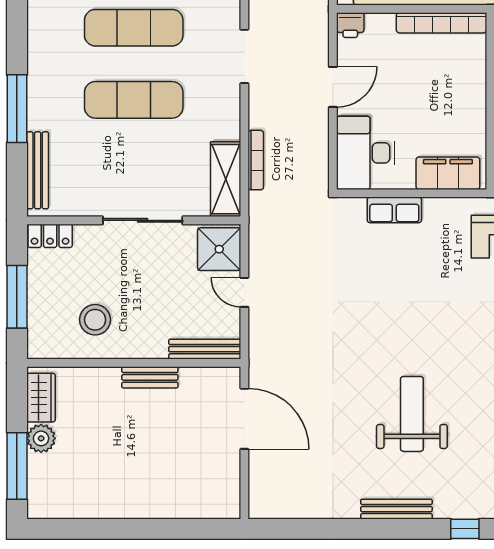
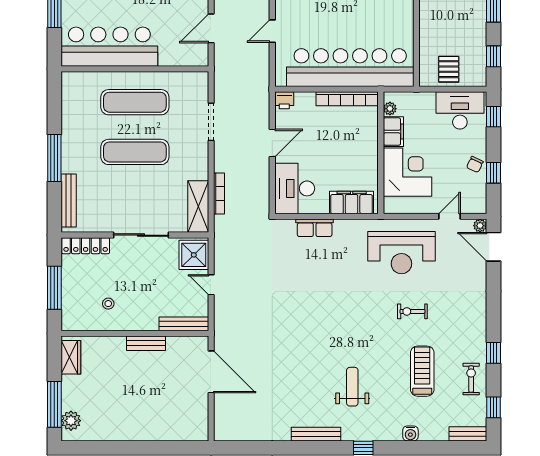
locker: (50, 236) -> (86, 246), width x1.53
stool: (95, 320) -> (108, 304), width x0.53, depth x0.53
weight bench: (412, 414) -> (352, 387), moved, width x0.73, depth x0.75
plant: (41, 438) -> (71, 421), moved

